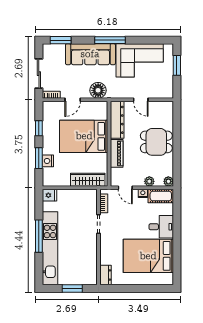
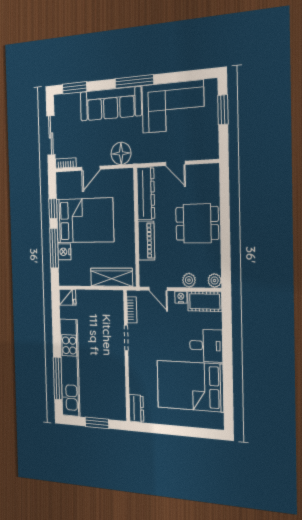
bed: (84, 136) -> (85, 220), moved, turned 180
window: (39, 158) -> (54, 248), width x1.44
window: (39, 236) -> (58, 378), moved

